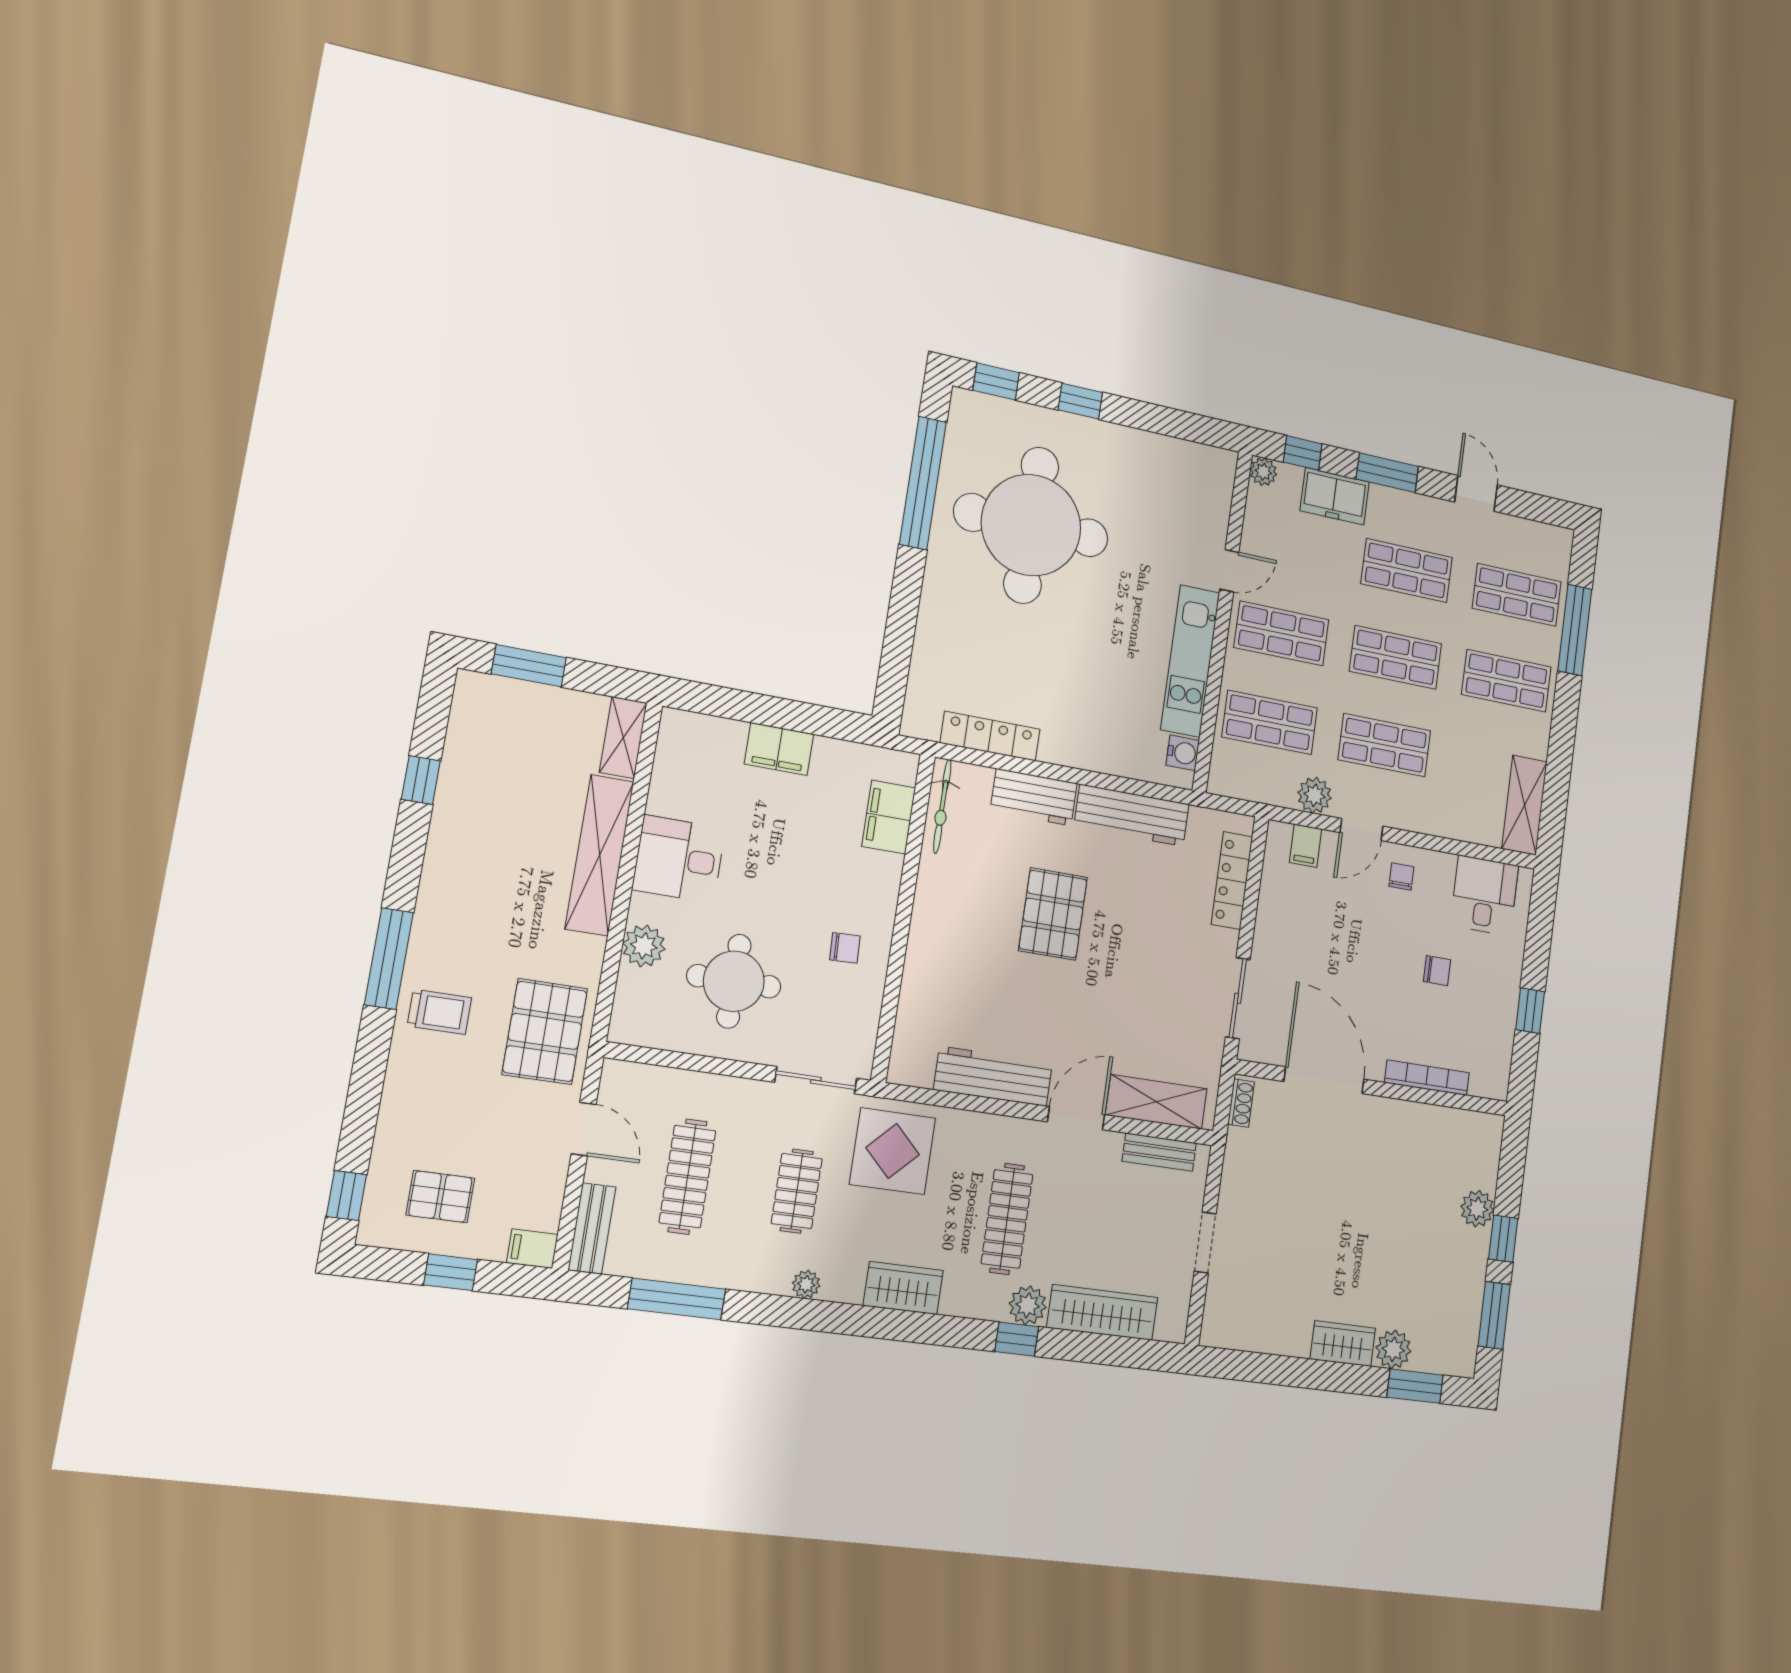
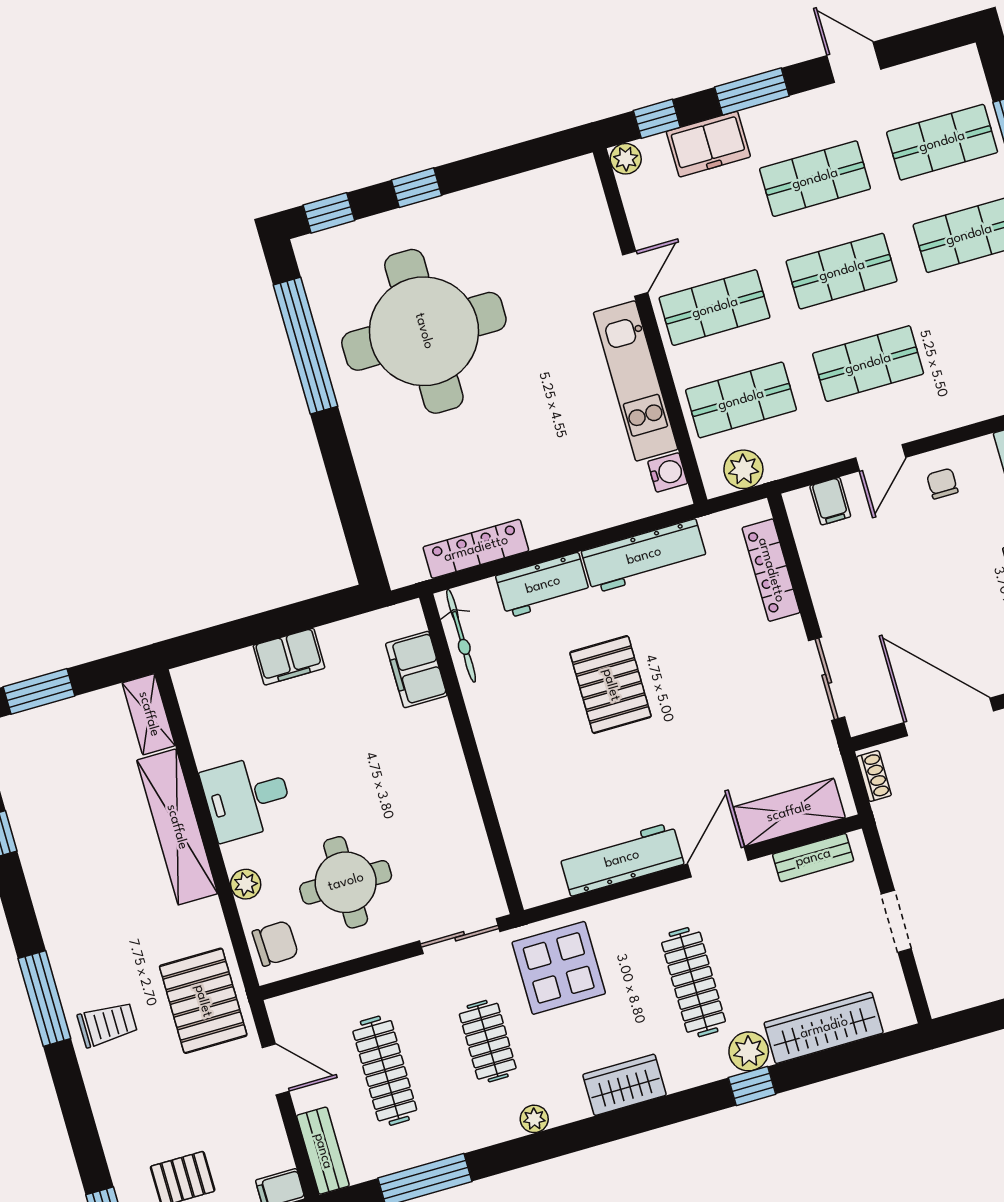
plant: (1315, 795) -> (743, 469), moved
plant: (644, 946) -> (246, 884), width x0.73, depth x0.73
chair: (845, 948) -> (275, 943), moved, width x1.37, depth x1.37

